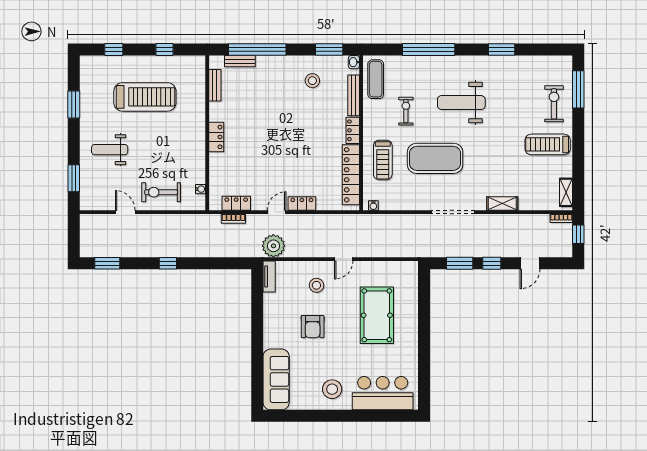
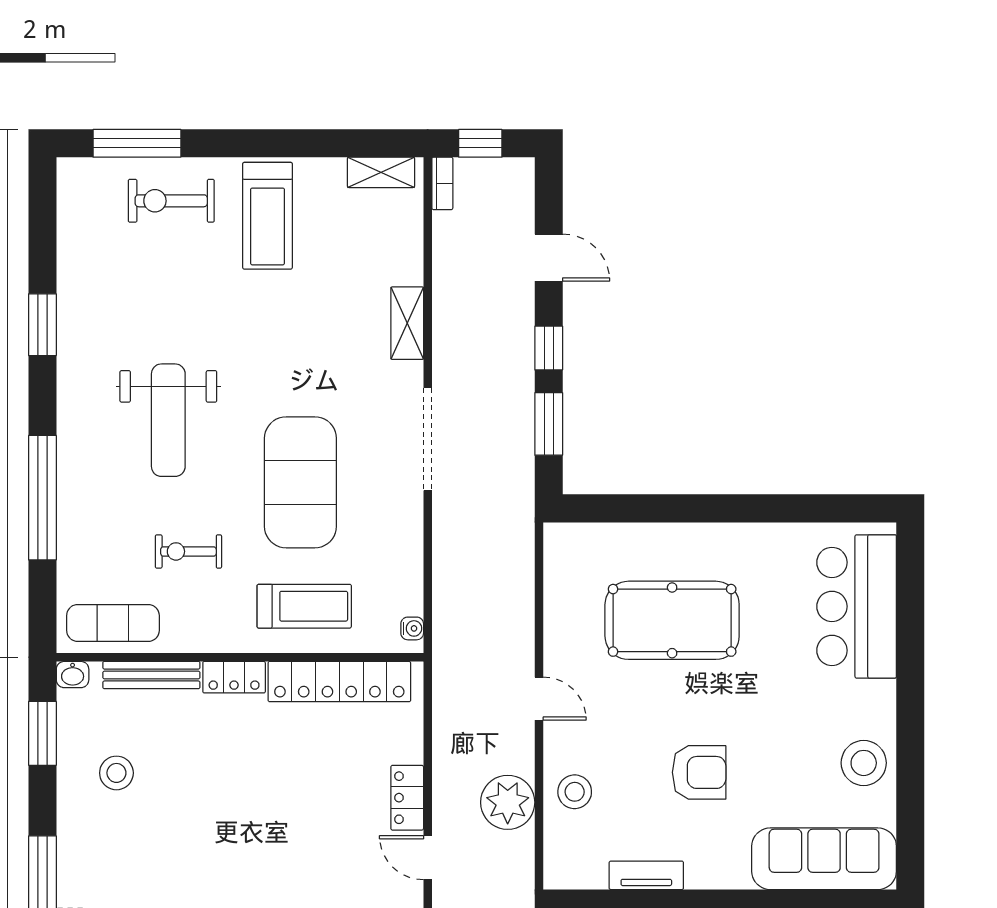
plant: (273, 246) -> (508, 802), moved
tv unit: (269, 277) -> (646, 875), moved
stool: (316, 285) -> (575, 792), moved
stool: (332, 389) -> (864, 763), moved

